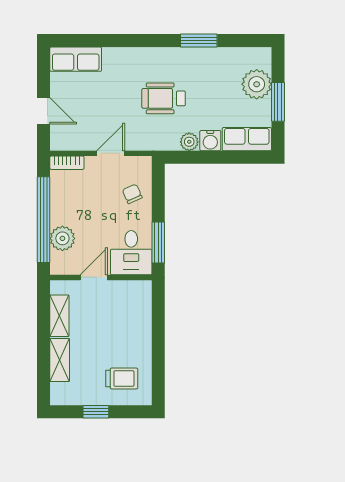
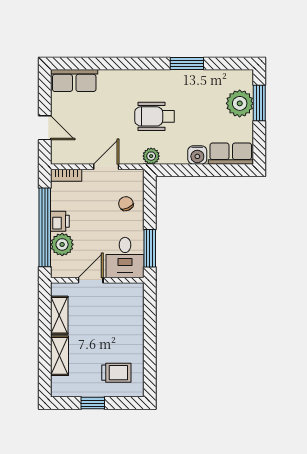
window: (278, 102) -> (259, 103), moved
plant: (189, 142) -> (151, 156), moved
printer: (60, 213) -> (60, 221), added

